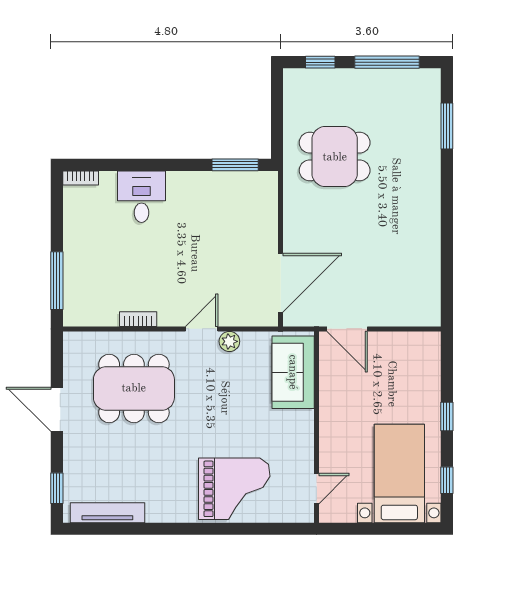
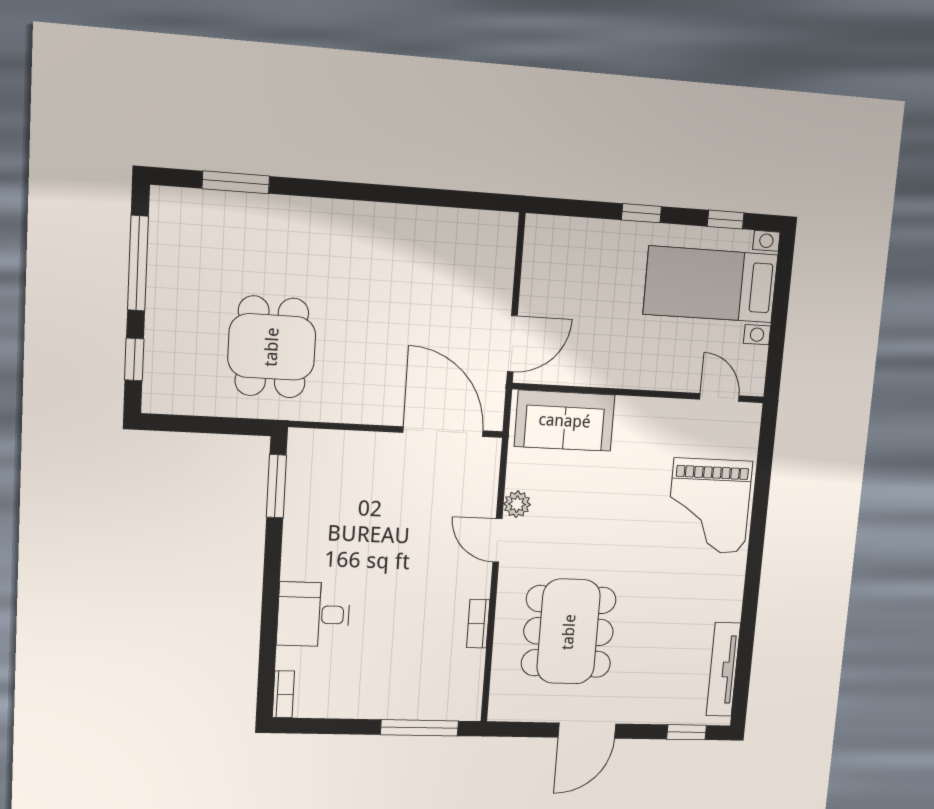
grand piano: (234, 489) -> (709, 506), turned 180

